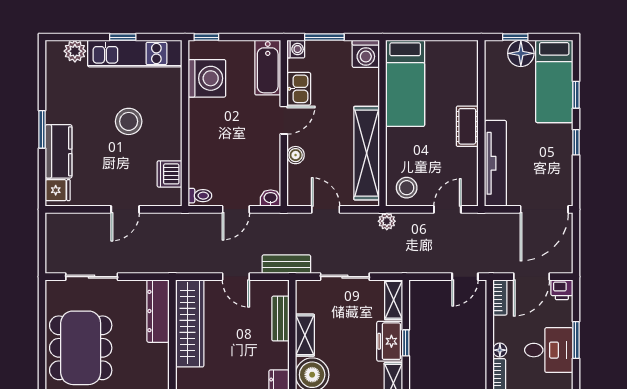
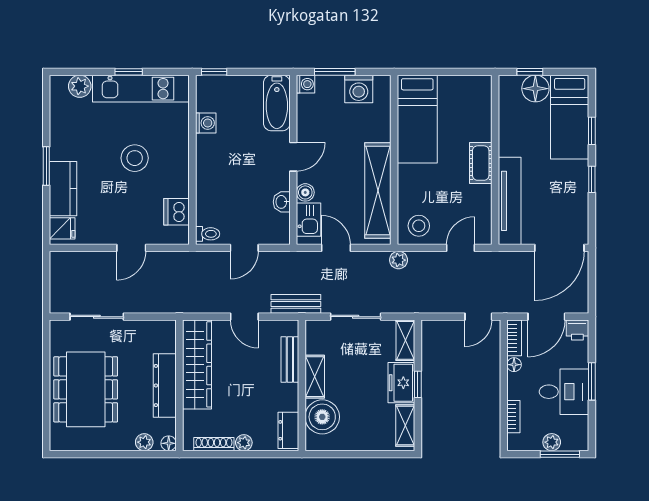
washing machine: (366, 54) -> (359, 89), moved
washing machine: (207, 78) -> (206, 123), width x0.53, depth x0.53
kitchen sink: (299, 89) -> (309, 220), moved
washbasin: (271, 198) -> (282, 202), moved, turned -90
dresser: (158, 311) -> (165, 386), moved
floor lamp: (500, 350) -> (514, 365), moved

